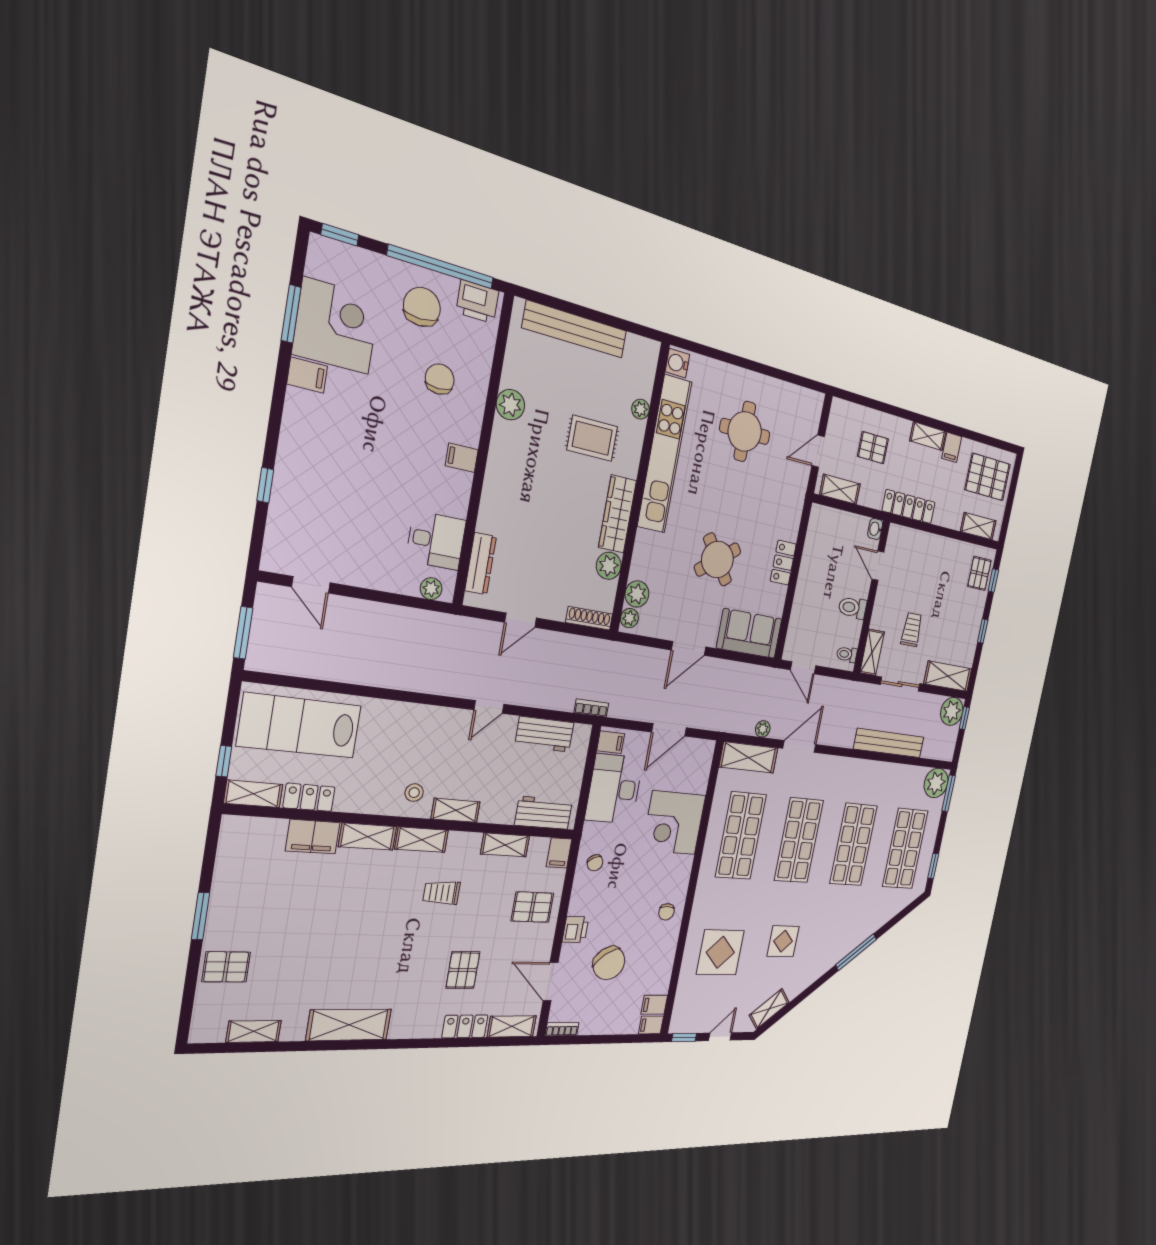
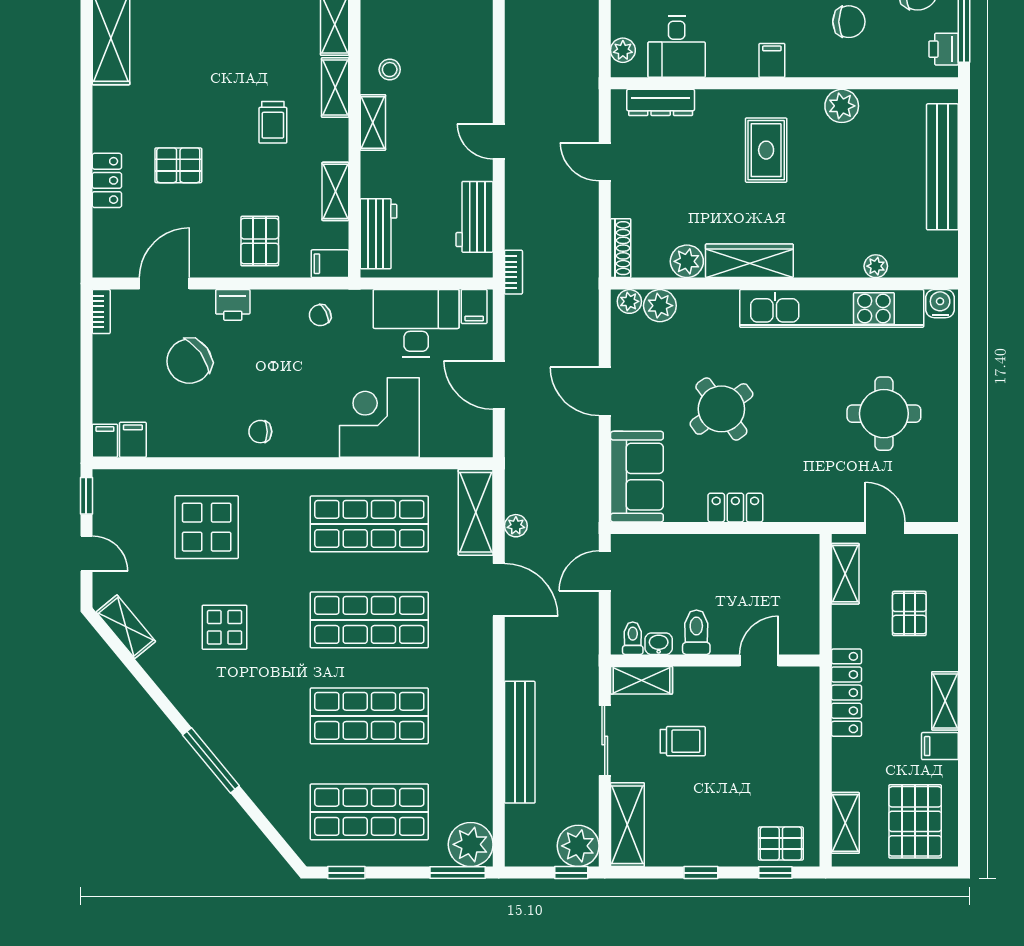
printer: (477, 302) -> (944, 49), width x0.73, depth x0.81
rug: (592, 438) -> (766, 150), moved
washbasin: (875, 529) -> (659, 644), moved
trolley: (442, 893) -> (273, 122), turned 180
shelving: (512, 1026) -> (106, 242), removed

